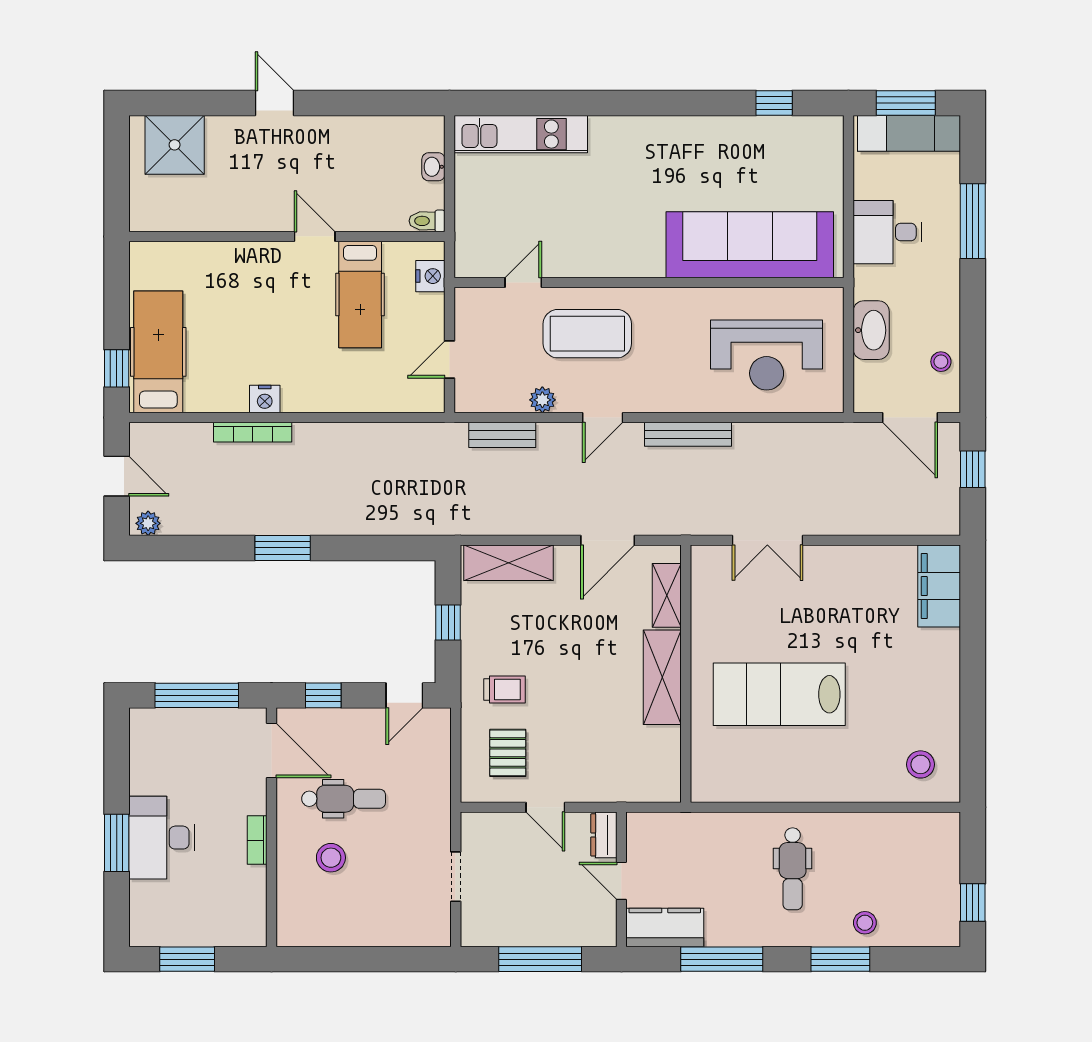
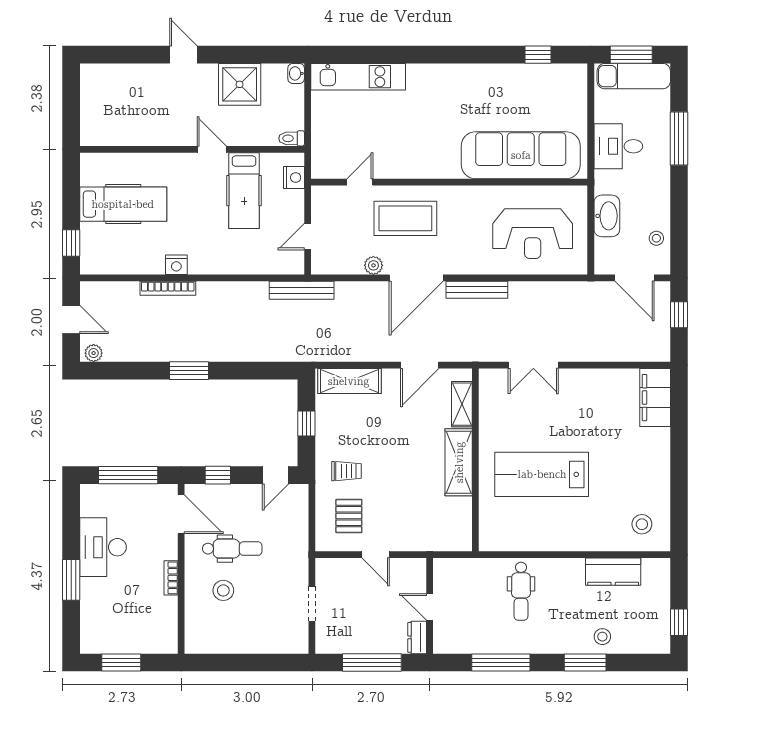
shower: (175, 145) -> (240, 84), moved
washbasin: (433, 167) -> (296, 73), moved
hospital bed: (158, 352) -> (123, 204), moved, turned 90
door: (603, 418) -> (416, 278), width x1.87
bench: (502, 435) -> (302, 290), moved, width x1.36
dresser: (604, 835) -> (417, 637), moved
desk: (161, 838) -> (103, 547), moved
dental chair: (793, 869) -> (521, 591), moved
kitchen counter: (665, 928) -> (613, 572), moved, turned 180

